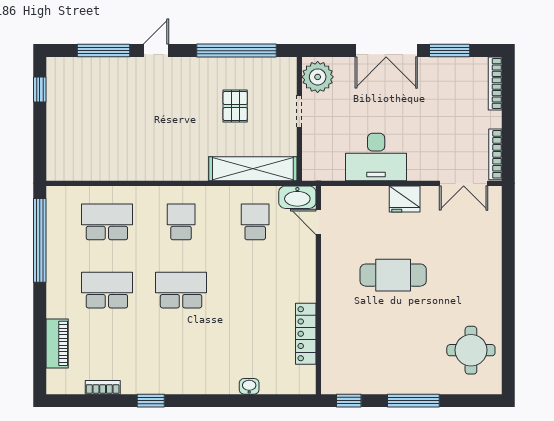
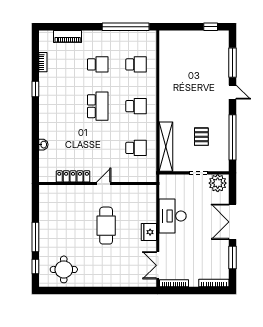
pallet: (235, 106) -> (201, 137), turned 90
washbasin: (297, 197) -> (150, 172), removed
school desk: (107, 222) -> (136, 64), width x0.54
door: (318, 222) -> (104, 184), moved
school desk: (107, 290) -> (98, 64), width x0.54
window: (349, 401) -> (35, 266), moved

